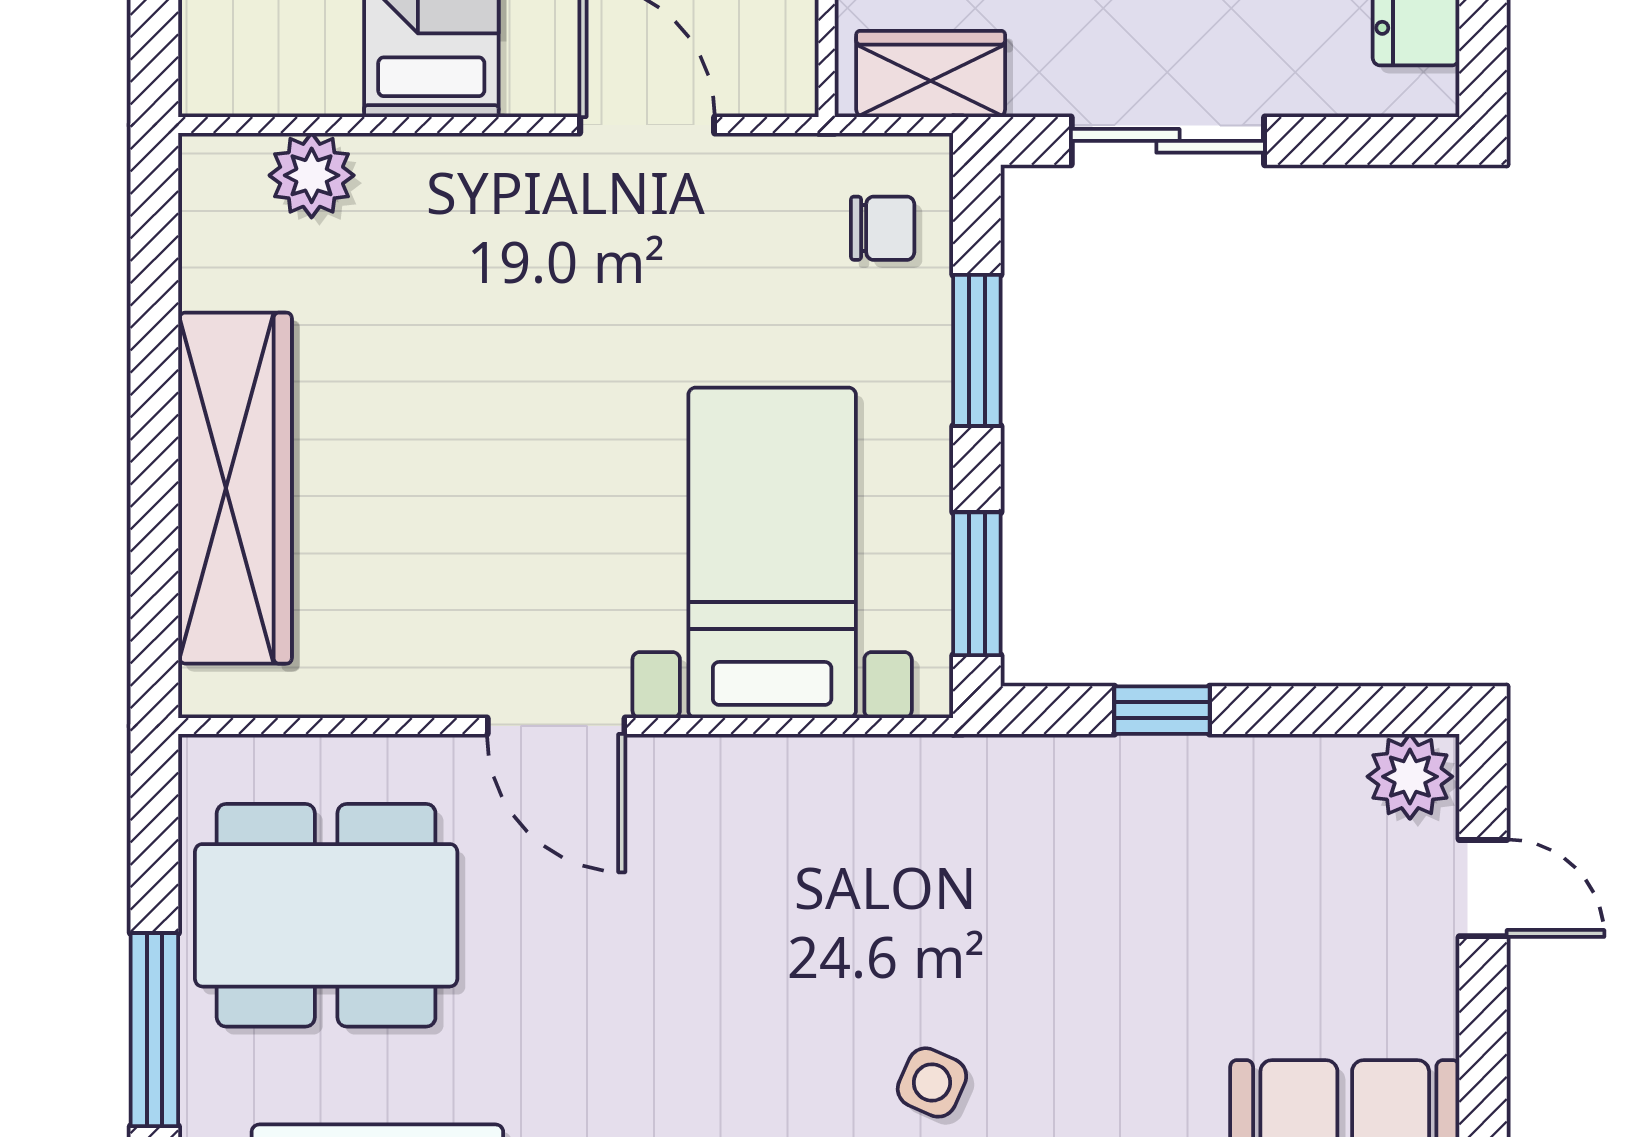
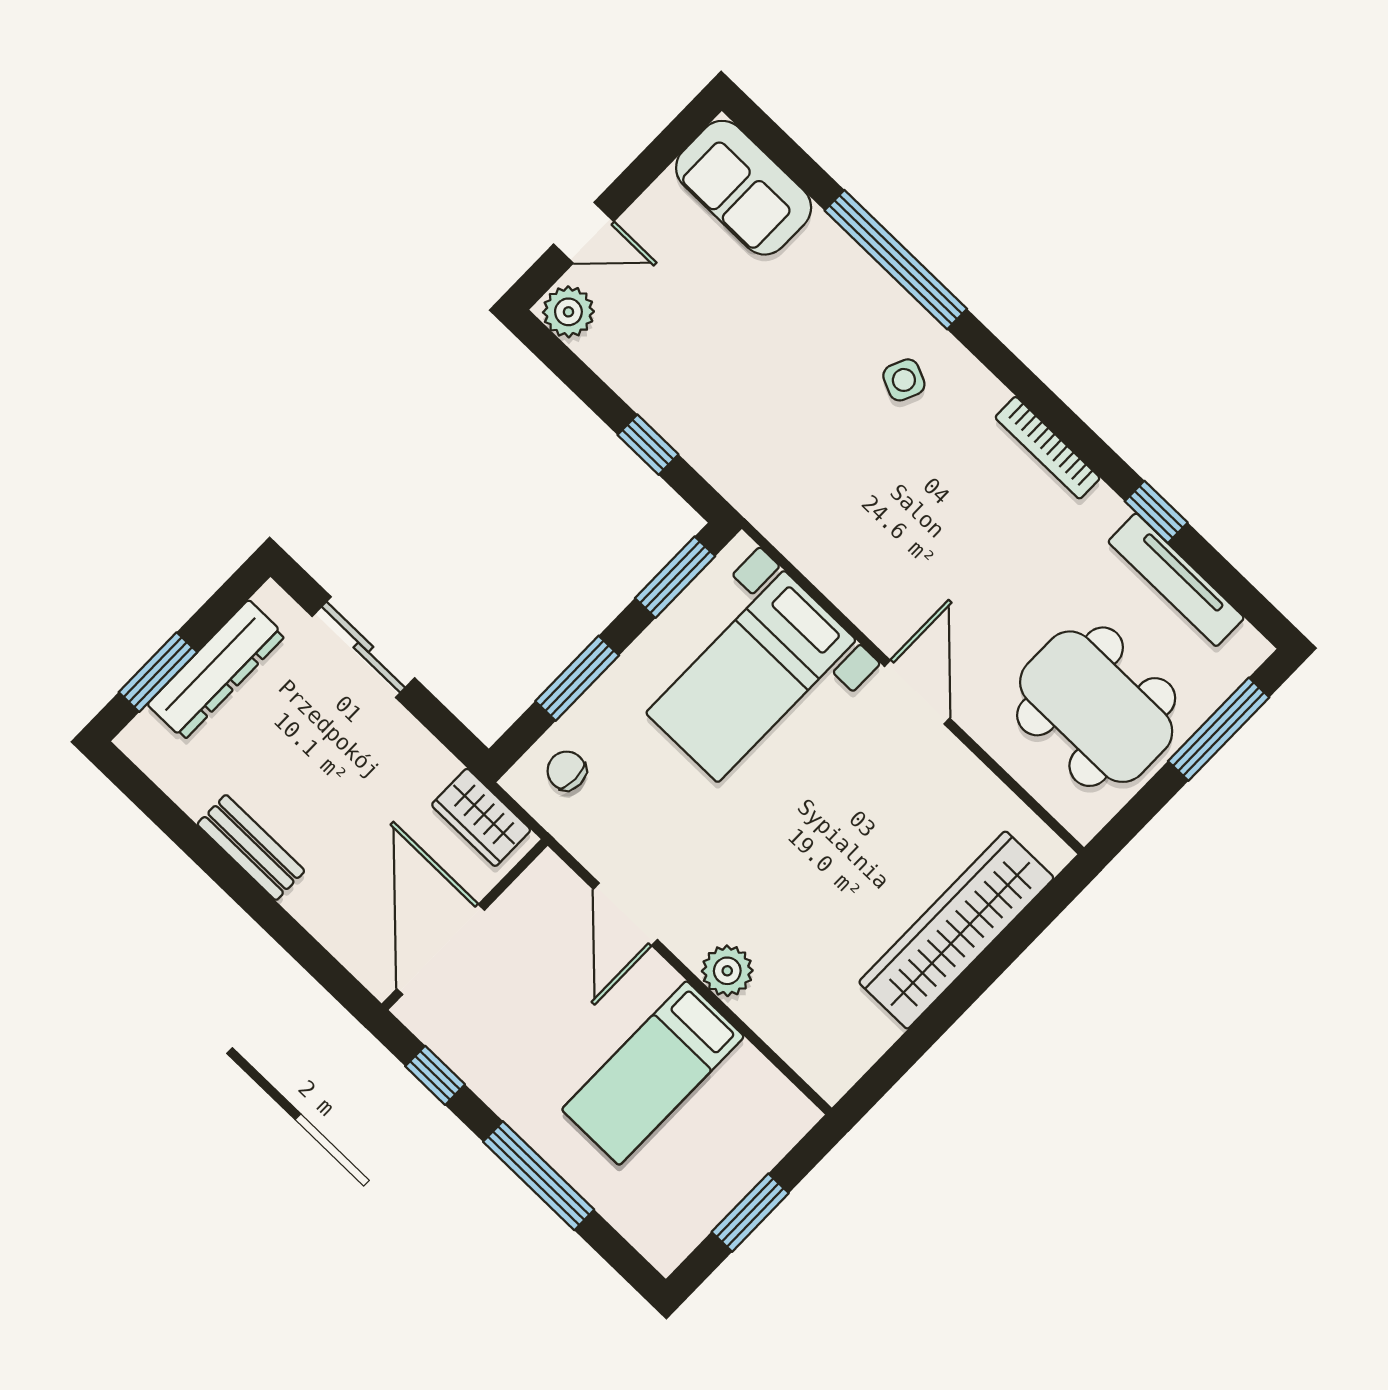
sliding door: (1168, 141) -> (363, 647), moved
plant: (312, 175) -> (727, 971), moved
door: (1483, 888) -> (584, 233), swing flipped

